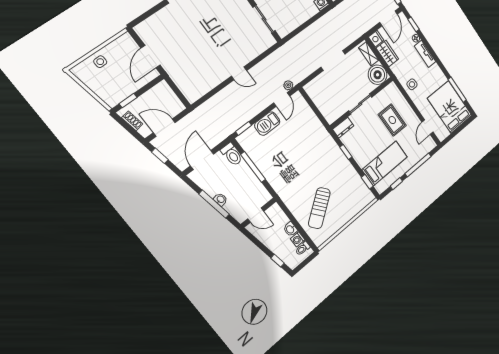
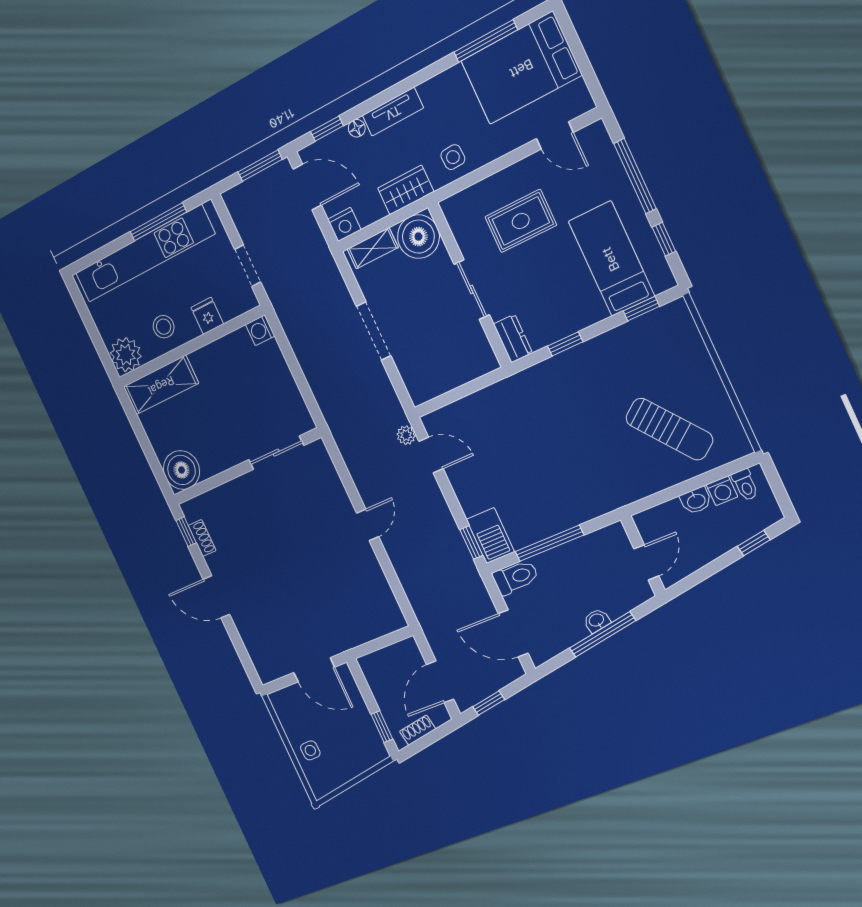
wardrobe: (387, 53) -> (406, 190), moved
barbecue: (267, 124) -> (490, 536), moved

